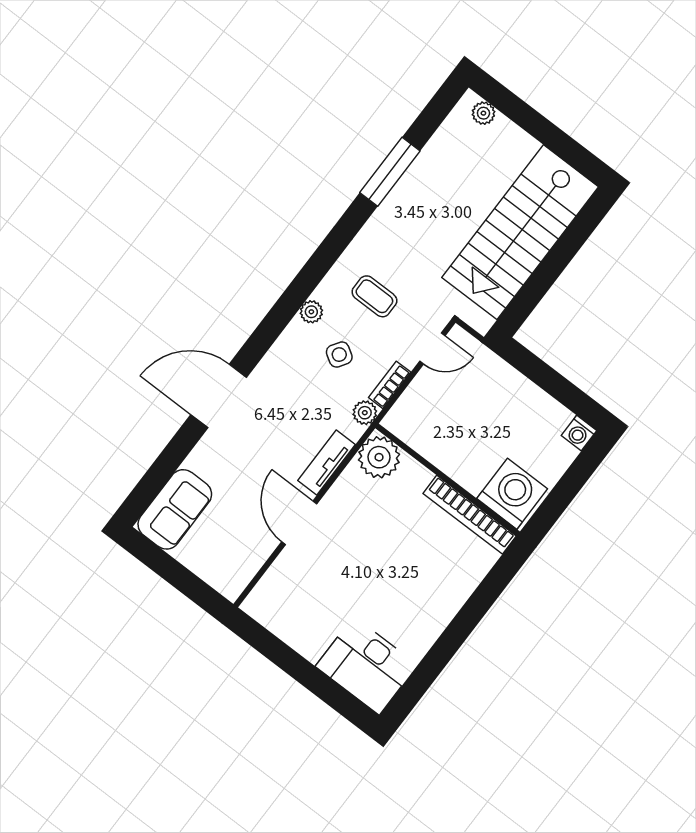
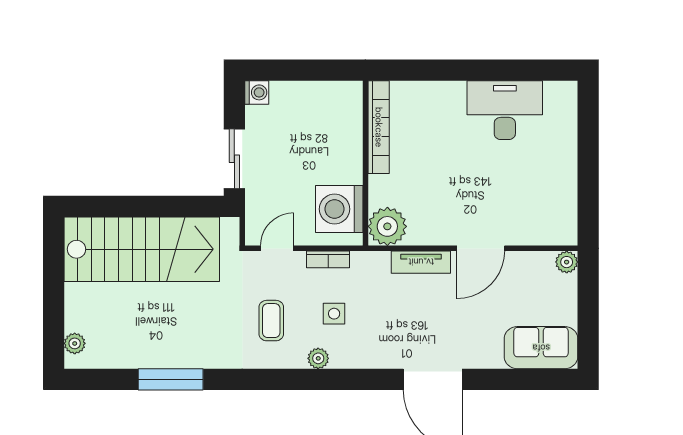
door: (432, 349) -> (277, 248), hinge flipped
side table: (339, 355) -> (334, 314), turned -32
sliding door: (537, 371) -> (234, 159), added
plant: (365, 413) -> (567, 262), moved
washing machine: (512, 494) -> (339, 209), moved
desk: (366, 666) -> (505, 110), moved, turned -90

